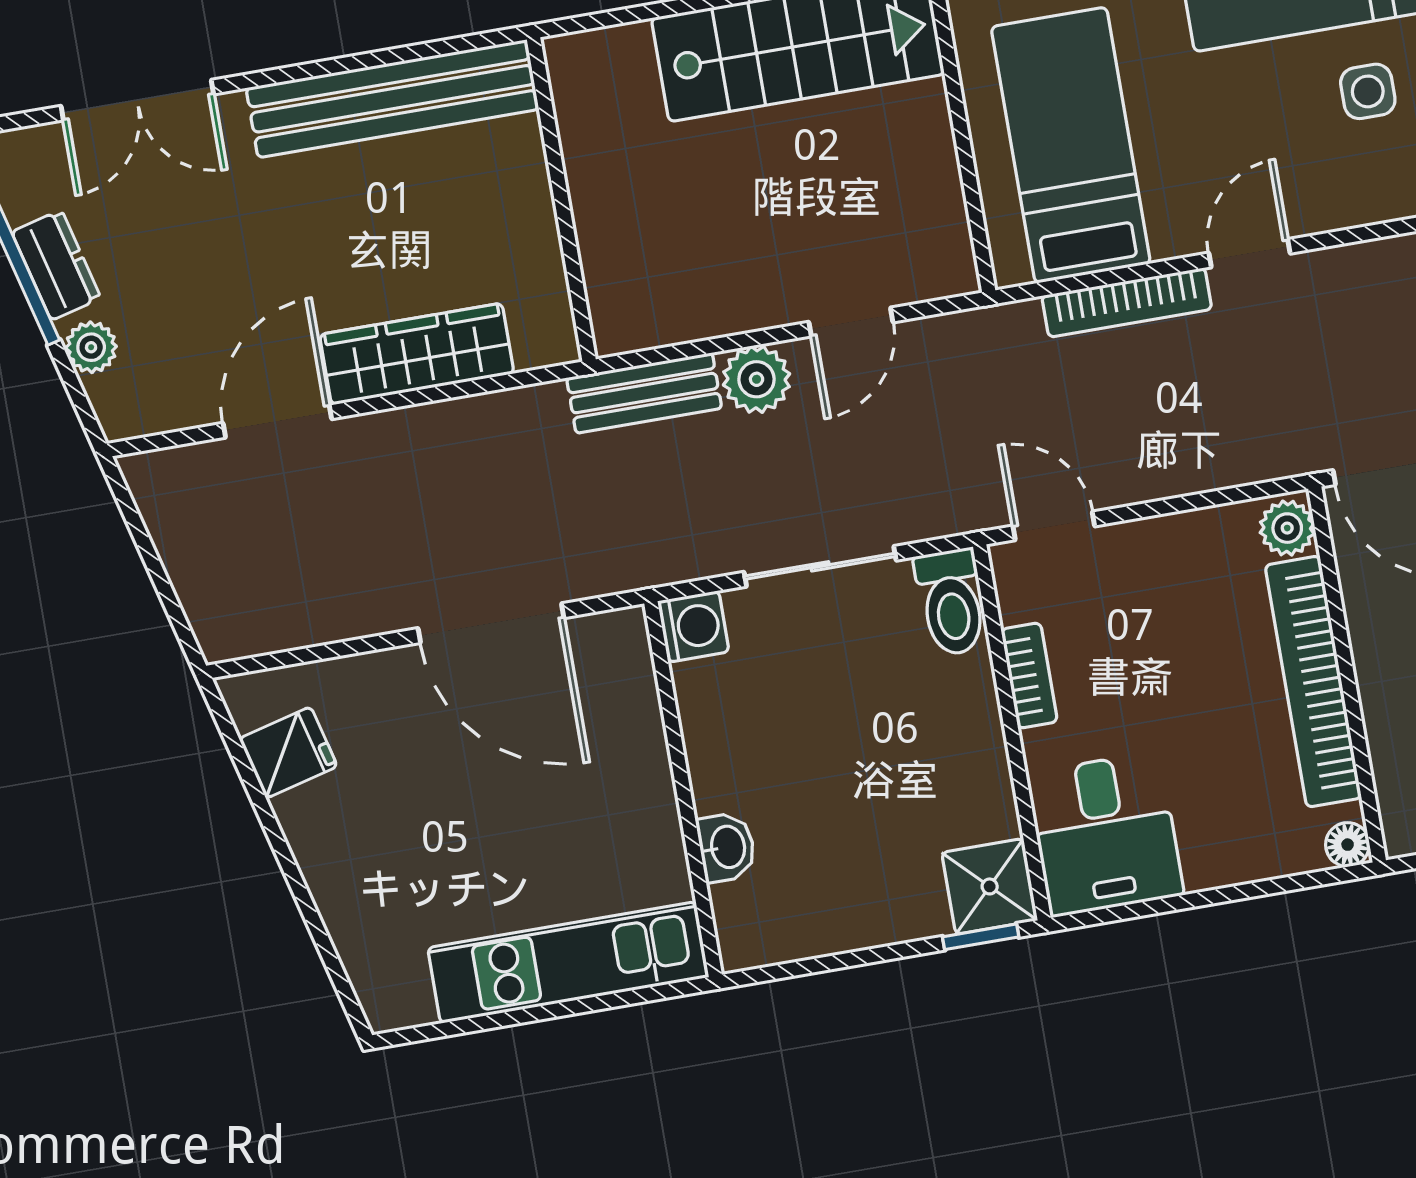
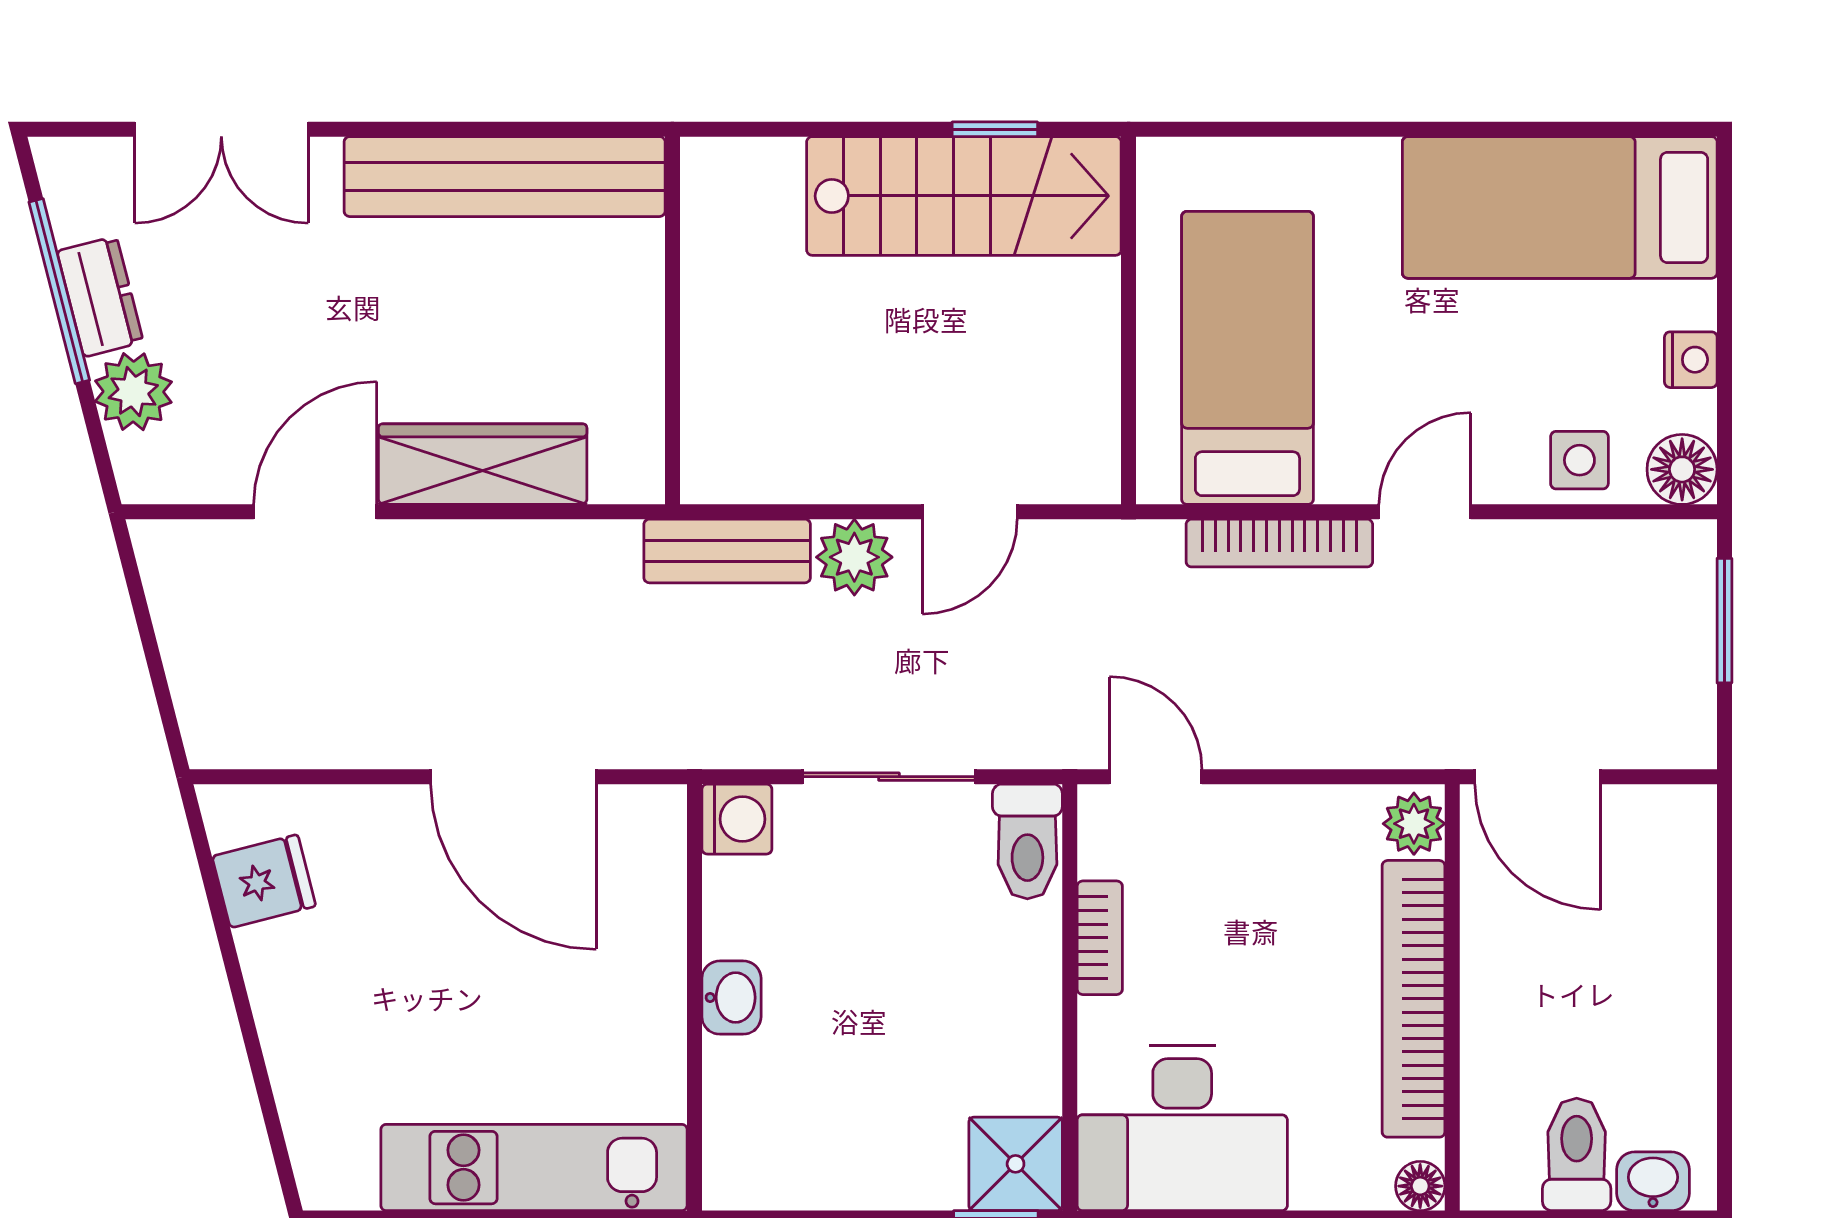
side table: (1368, 91) -> (1579, 460), moved
plant: (91, 347) -> (133, 392), width x1.38, depth x1.38
desk: (1105, 834) -> (1182, 1128), width x1.37
washbasin: (727, 847) -> (731, 998), moved

